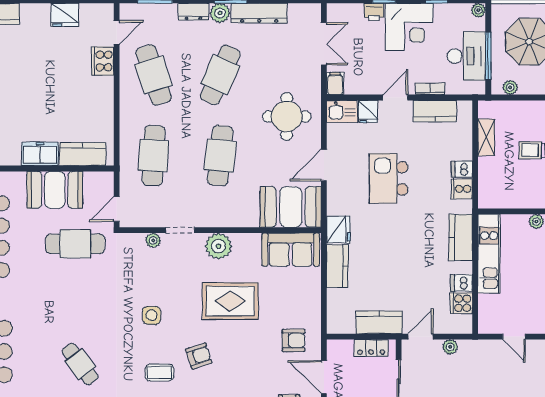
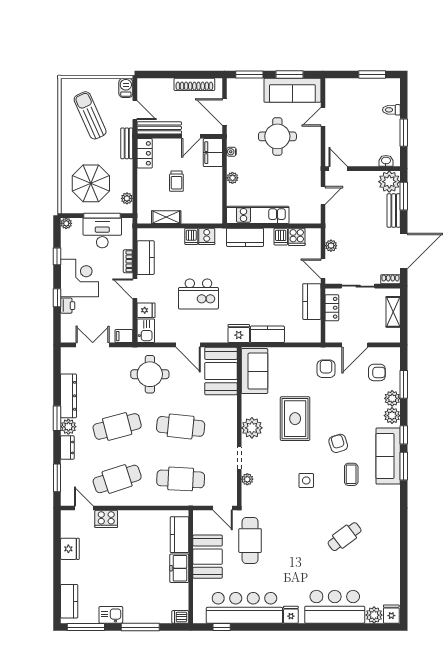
cafe table: (220, 75) -> (117, 426), turned -39

